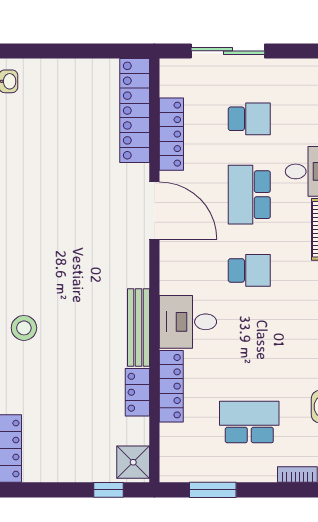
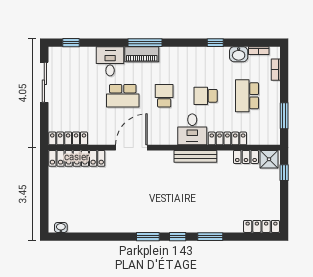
sliding door: (228, 51) -> (44, 82), moved
school desk: (249, 119) -> (206, 96), moved, turned -90
locker: (171, 134) -> (68, 138), moved
stool: (24, 328) -> (196, 219), removed
locker: (137, 392) -> (246, 157), moved

